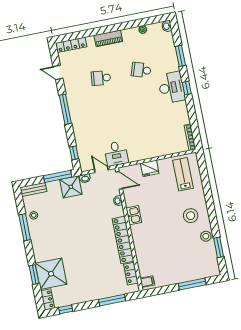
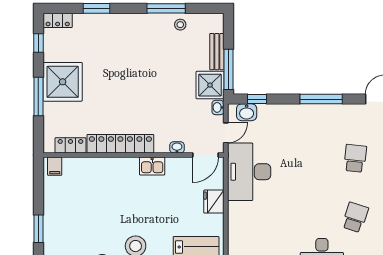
desk: (116, 154) -> (249, 172), width x1.87, depth x1.30
washbasin: (84, 158) -> (247, 112), added
bench: (33, 189) -> (217, 52), moved
shower: (51, 274) -> (63, 82), moved
window: (192, 284) -> (38, 229), width x0.69
window: (112, 300) -> (38, 97), moved

